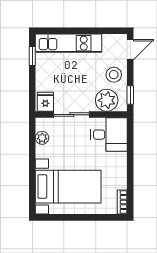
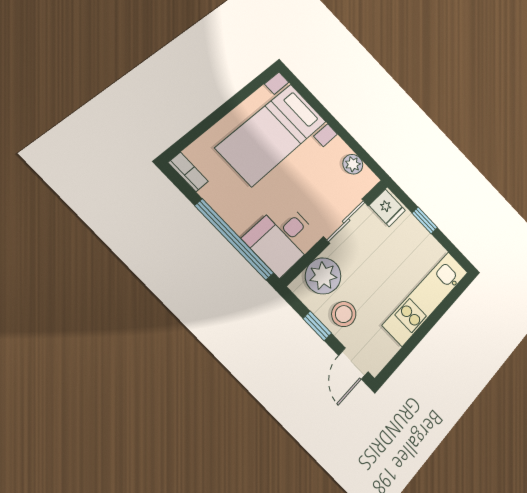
window: (32, 56) -> (425, 220), moved
window: (130, 95) -> (317, 326), moved
window: (130, 154) -> (234, 239), added

